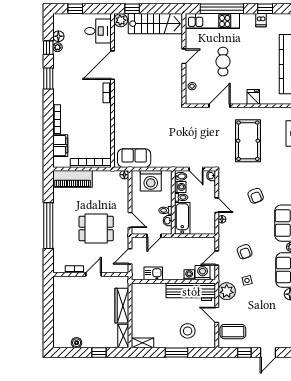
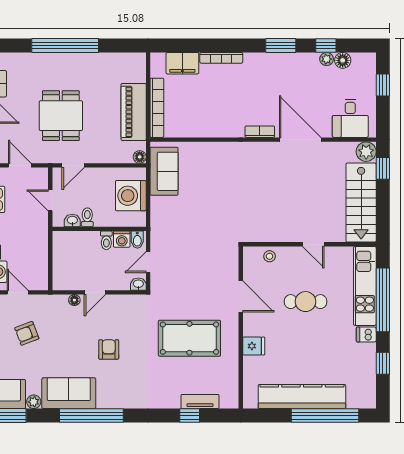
dishwasher: (261, 20) -> (366, 334), moved
piano: (73, 179) -> (134, 112), moved
armchair: (256, 196) -> (109, 349), turned 111
bathtub: (182, 218) -> (76, 242), removed

